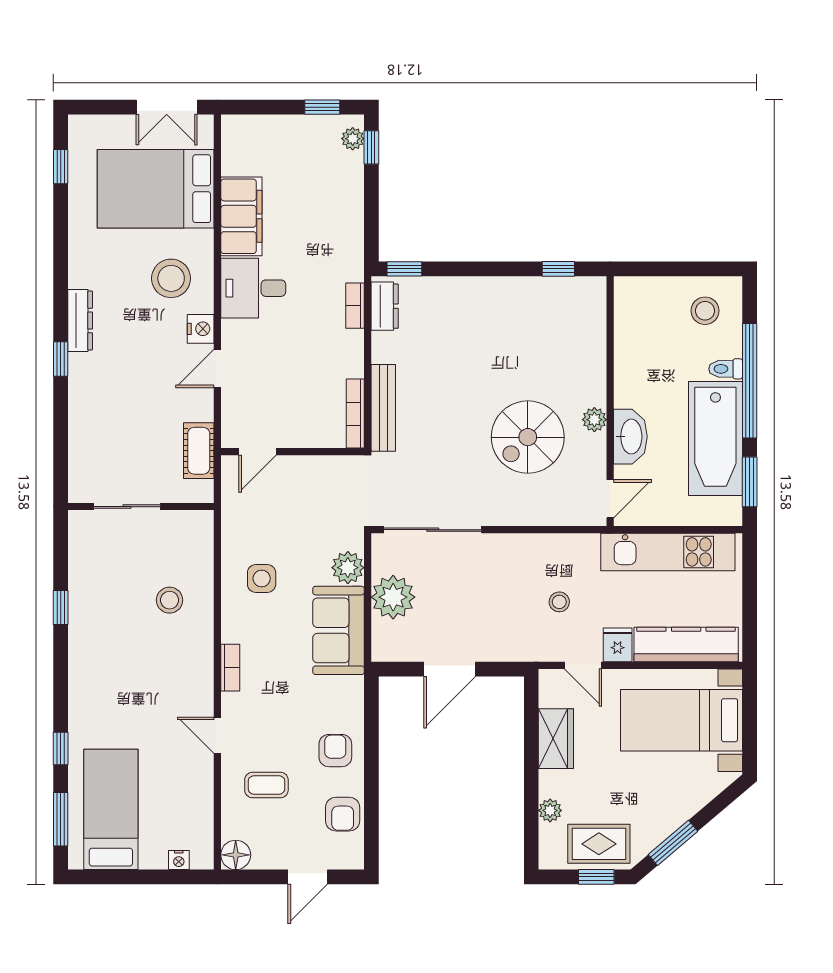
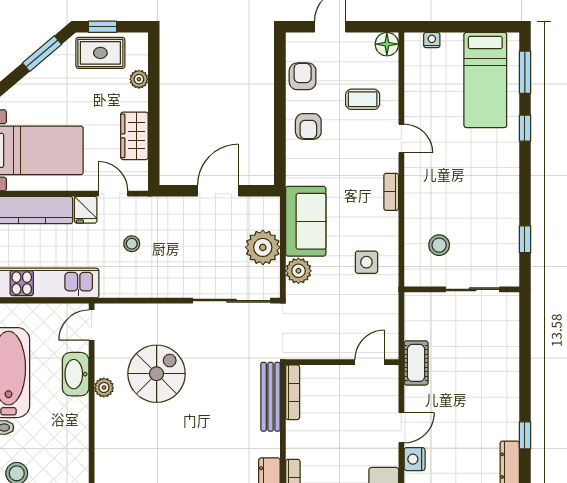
sliding door: (127, 507) -> (473, 289), moved
wall: (141, 507) -> (462, 289), moved

